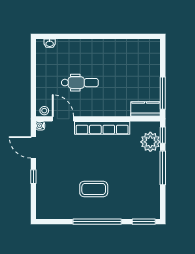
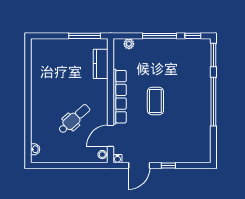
dental chair: (80, 83) -> (74, 119), turned 48
kitchen counter: (146, 109) -> (101, 64), moved
window: (163, 135) -> (193, 36), moved
plant: (150, 142) -> (129, 44), width x0.53, depth x0.53
coffee table: (94, 189) -> (155, 101), moved

